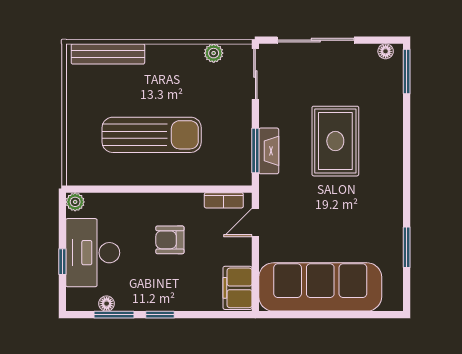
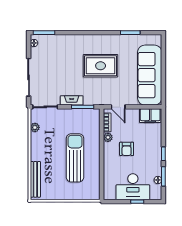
rug: (335, 141) -> (101, 66), moved
fireplace: (269, 151) -> (72, 100), moved
plant: (75, 202) -> (108, 137), moved

